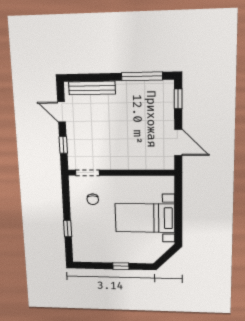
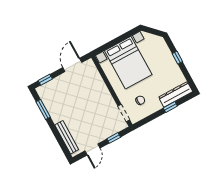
window: (142, 76) -> (43, 109), width x0.69
bed with nightstands: (145, 218) -> (128, 63), width x1.36
dresser: (79, 242) -> (176, 94), added

